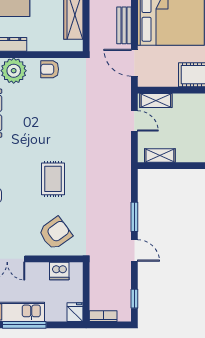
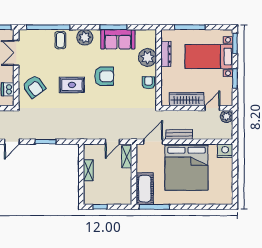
armchair: (41, 133) -> (104, 76), added
shelving: (160, 156) -> (88, 170), moved
door: (134, 251) -> (12, 142), moved

